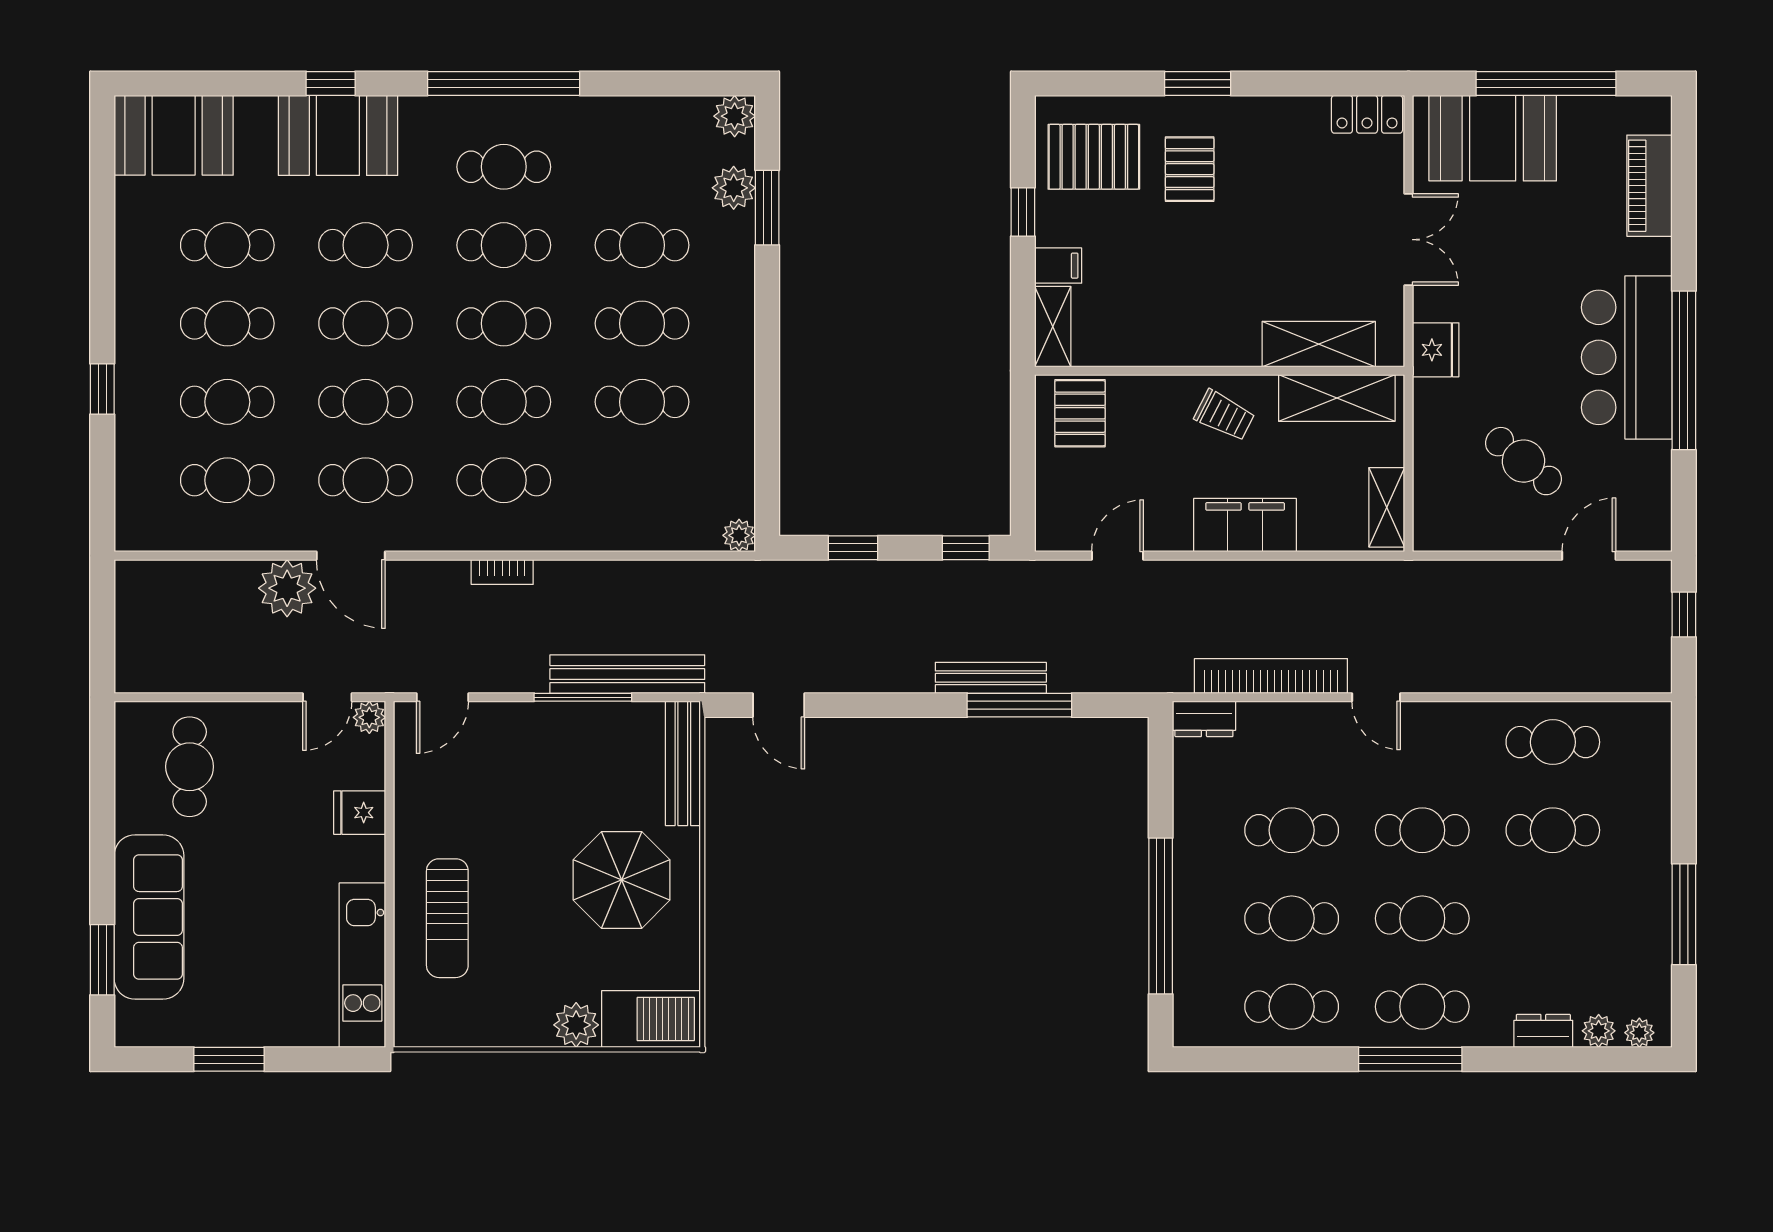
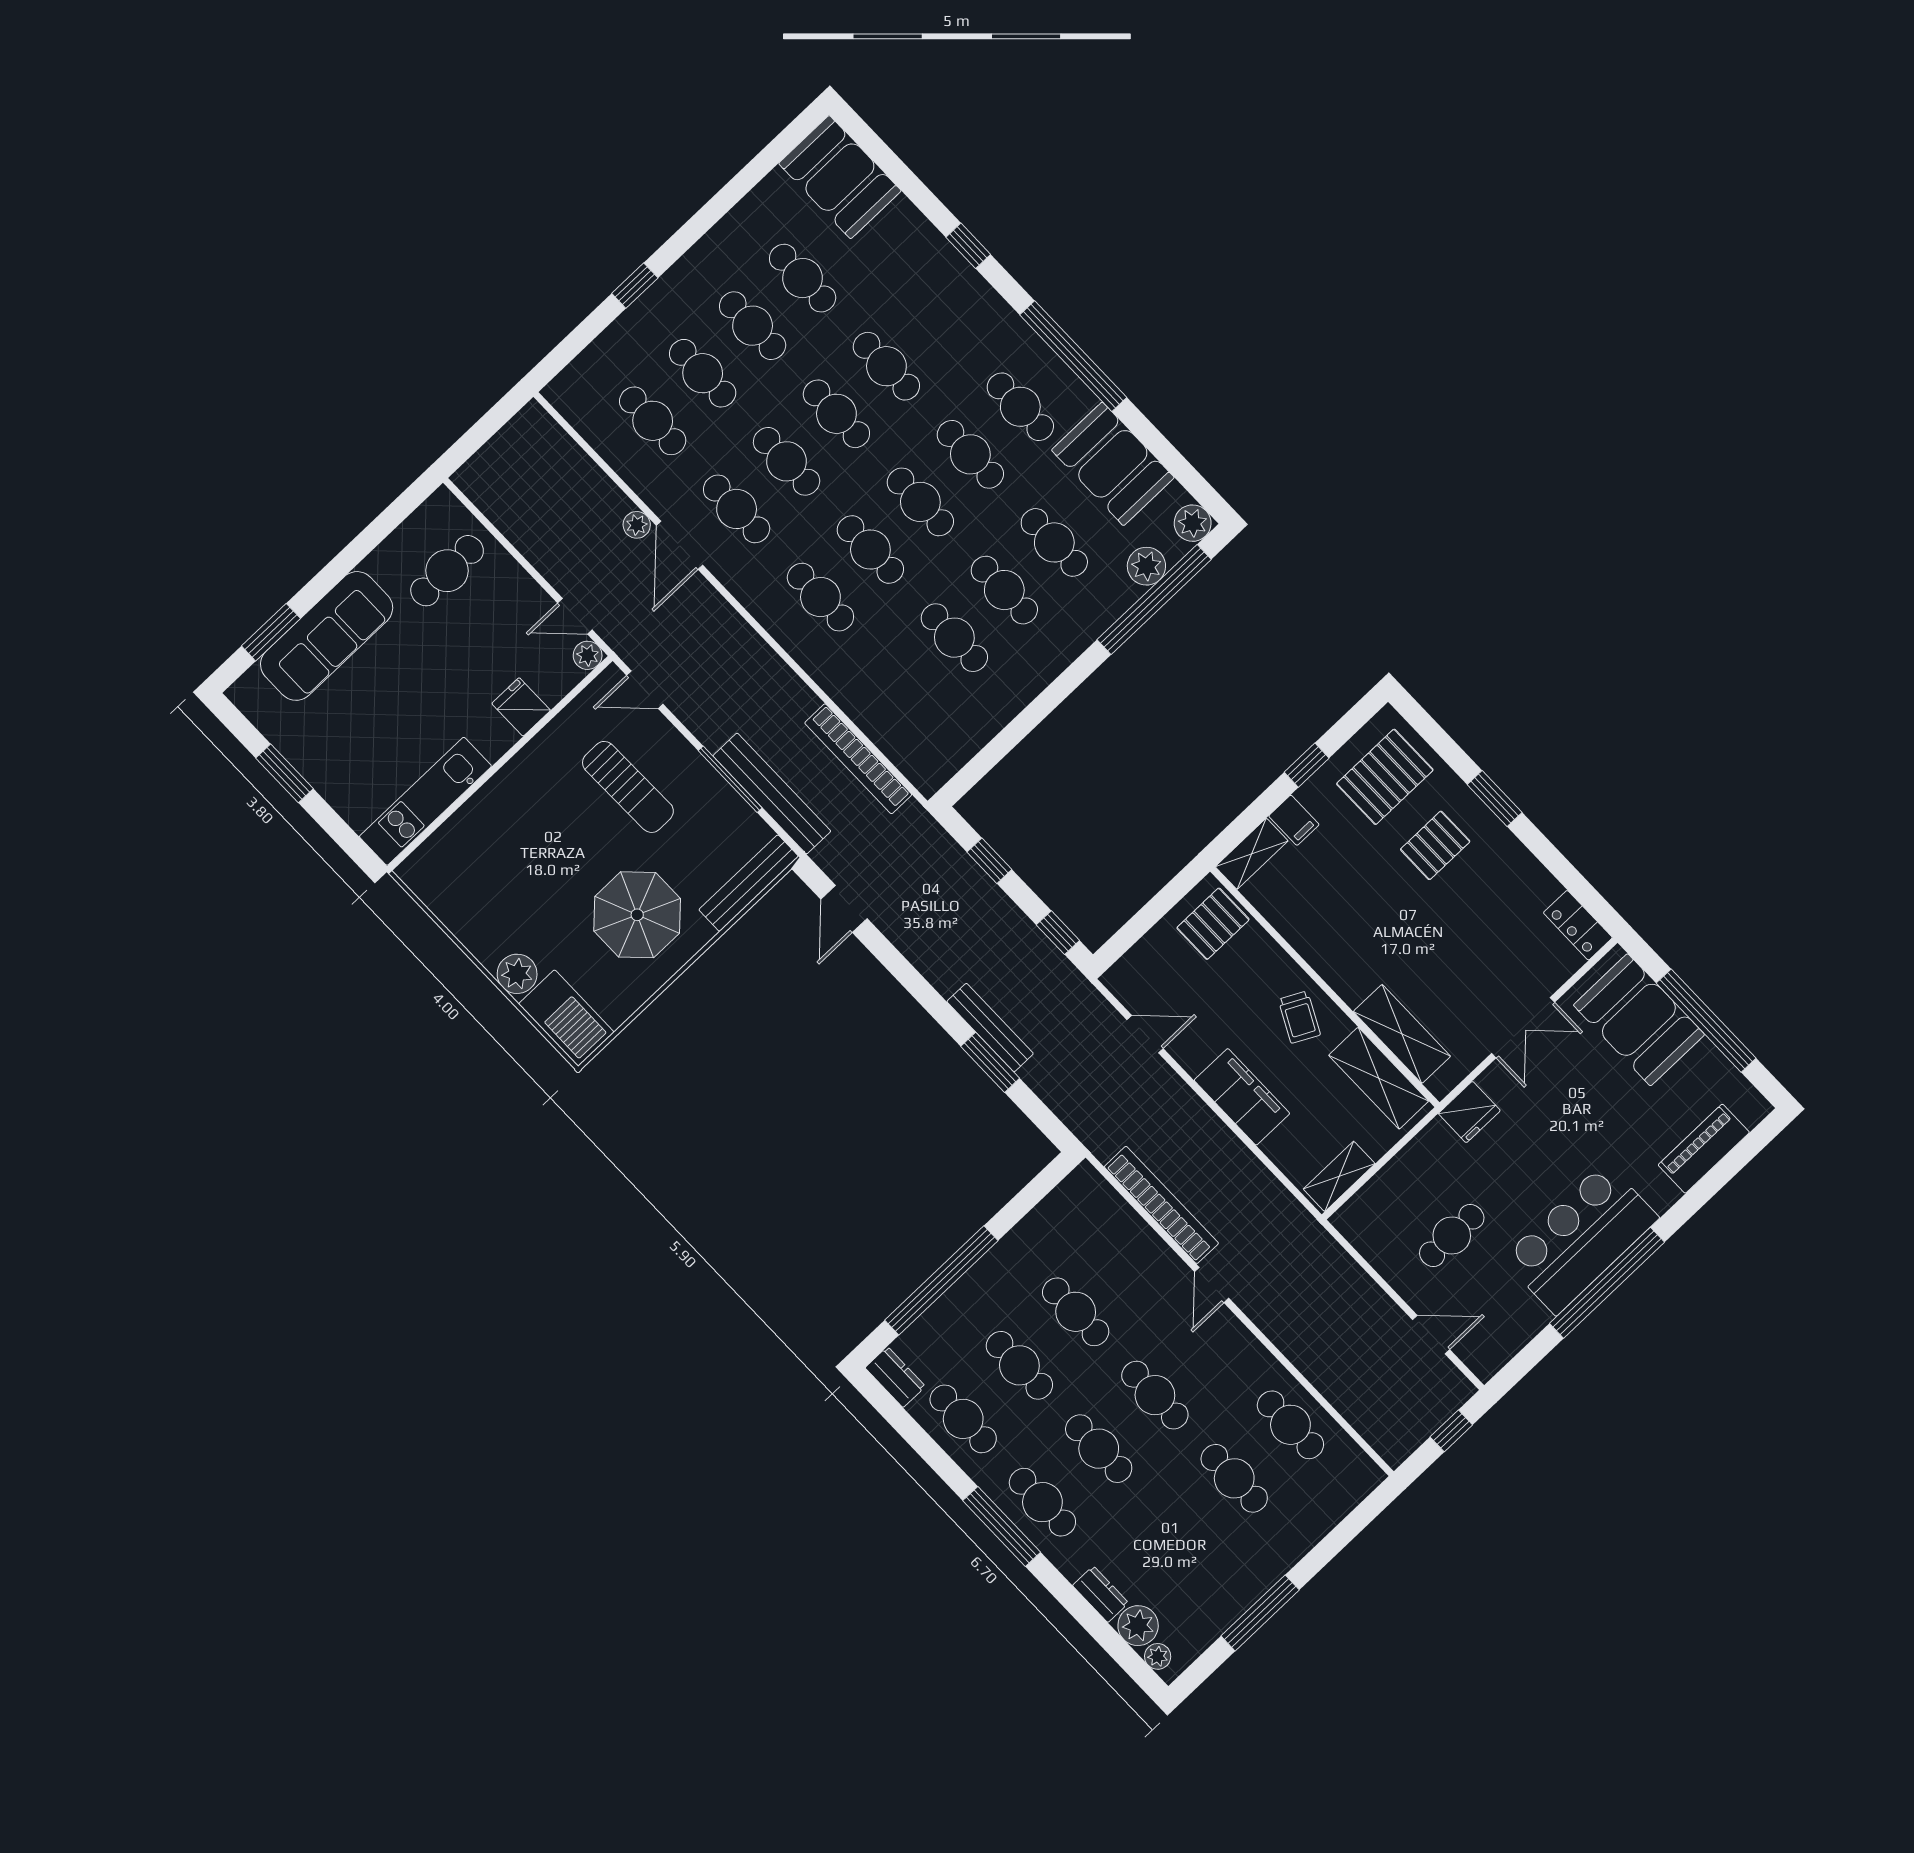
booth: (338, 135) -> (1113, 464), moved
pallet: (1094, 157) -> (1385, 777), turned 90
window: (767, 208) -> (1154, 599), width x2.11
cafe table: (1523, 461) -> (1452, 1236), turned 51
plant: (739, 535) -> (928, 780), removed
bookcase: (502, 572) -> (858, 759), moved, width x2.31, depth x1.31
plant: (287, 588) -> (637, 525), width x0.53, depth x0.53
window: (1019, 705) -> (990, 1062), width x0.69
dresser: (1204, 719) -> (895, 1377), moved, turned 180
sun lounger: (447, 918) -> (628, 787), moved, turned -91
plant: (1599, 1031) -> (1138, 1626), width x1.38, depth x1.38

